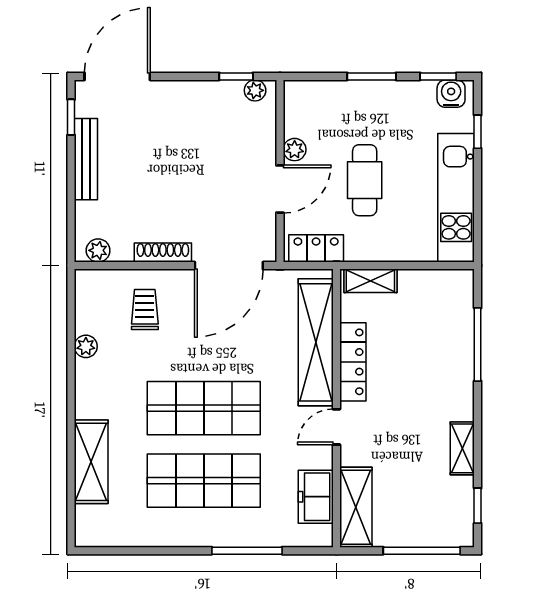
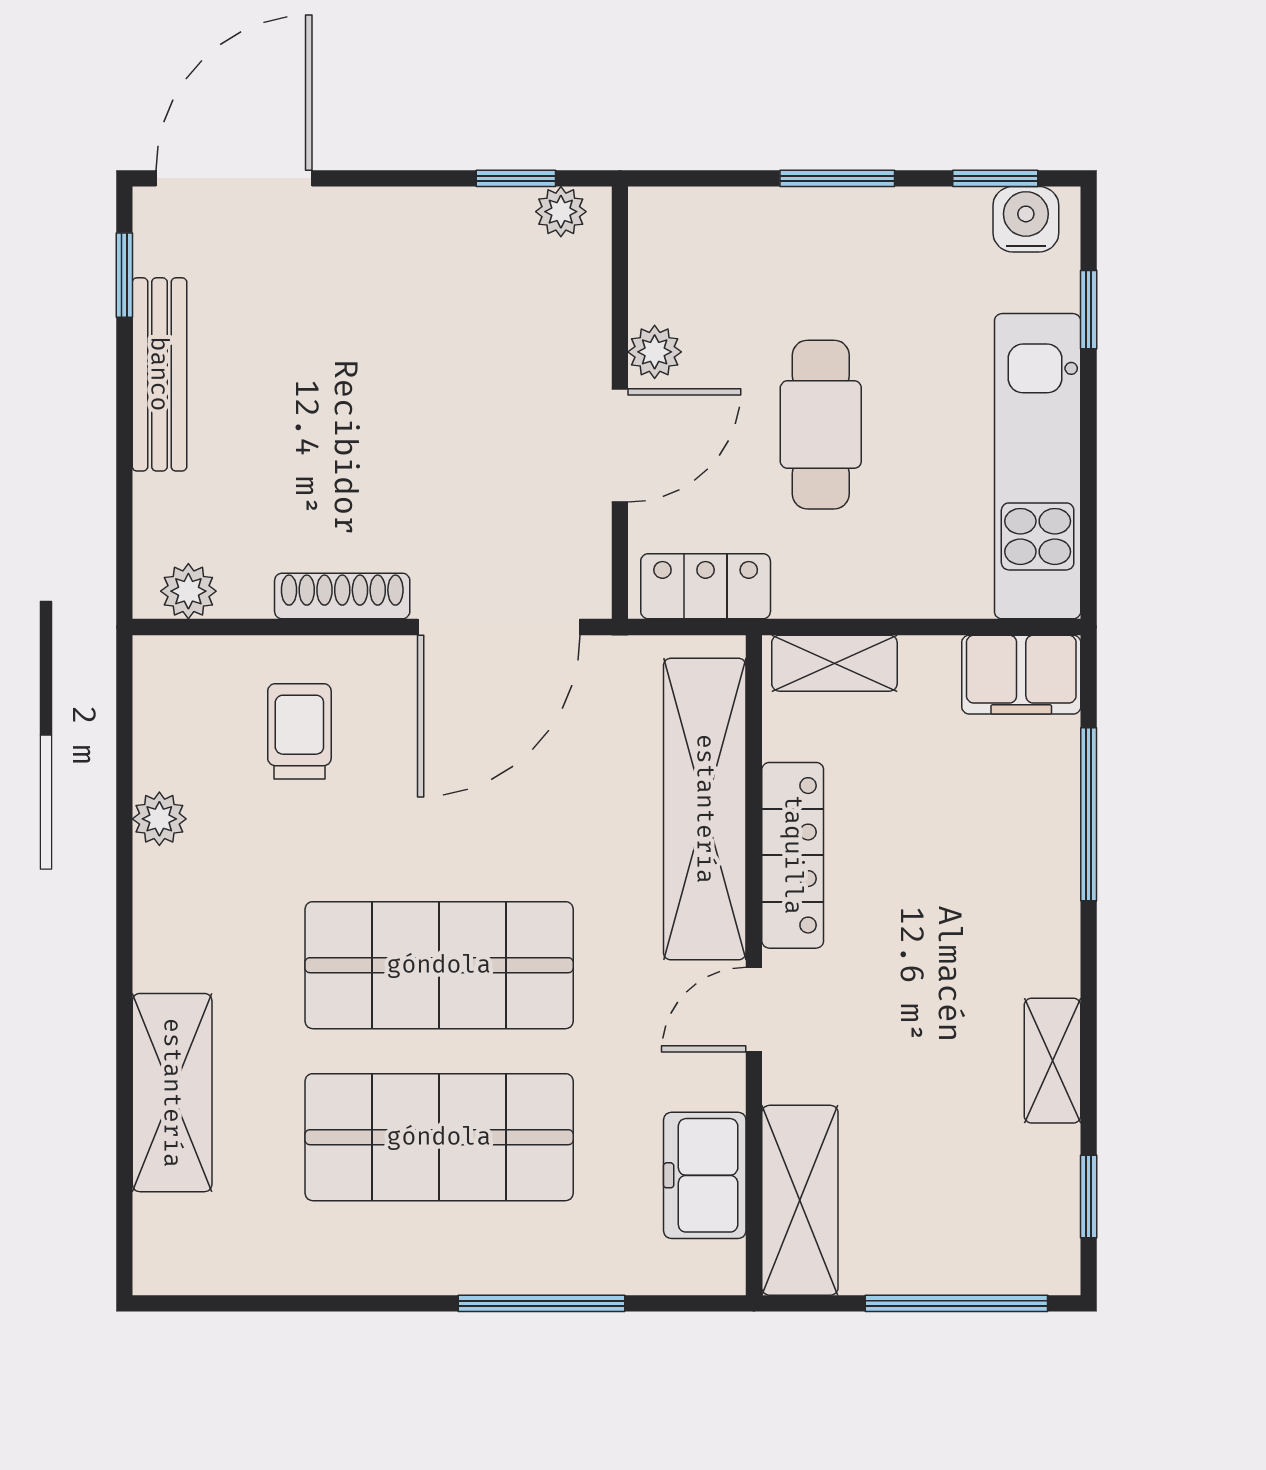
filing cabinet: (449, 286) -> (1021, 675), added

